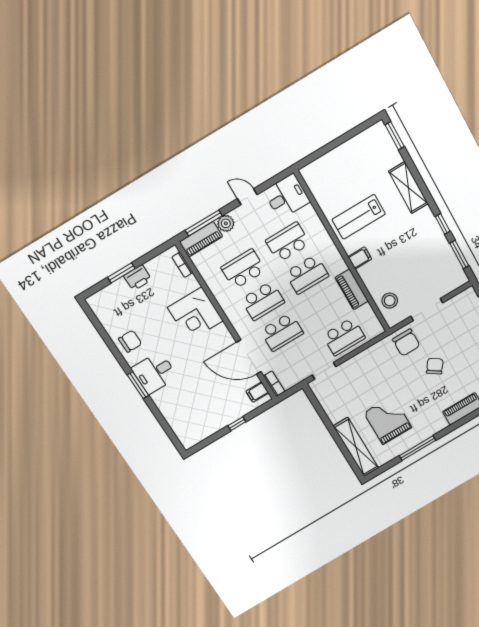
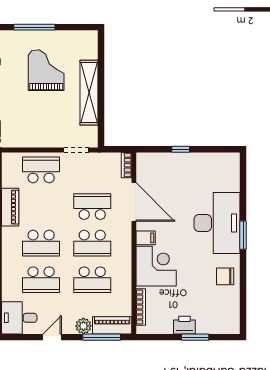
door: (247, 197) -> (52, 337), swing flipped
bookcase: (182, 265) -> (141, 307), width x1.56
school desk: (307, 274) -> (41, 243), turned 180
school desk: (263, 301) -> (92, 243), turned 180
desk: (154, 373) -> (217, 223), width x1.87, depth x1.30
filing cabinet: (257, 392) -> (146, 238), moved
grand piano: (388, 420) -> (46, 70), turned 180
shelving: (356, 447) -> (89, 93), moved

